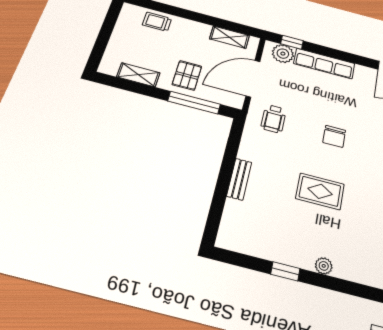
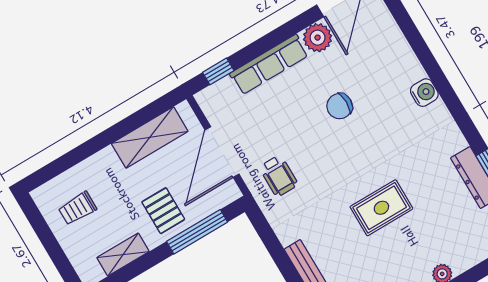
trolley: (157, 22) -> (77, 208), moved
shelving: (229, 37) -> (150, 137), width x1.50, depth x1.33
plant: (283, 54) -> (318, 38), moved
chair: (334, 136) -> (340, 106), moved, turned 90

